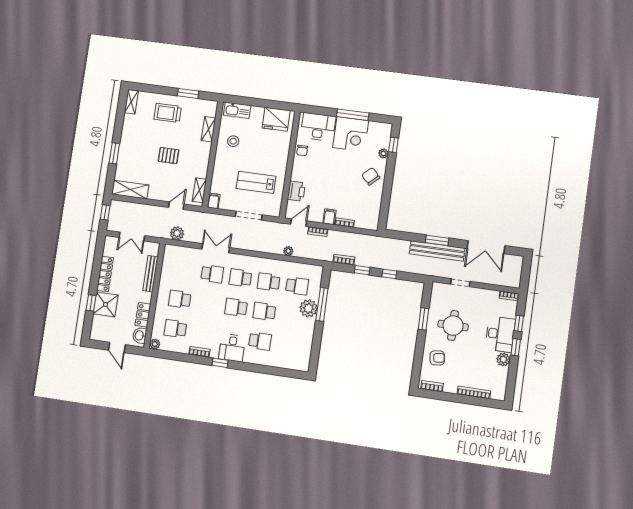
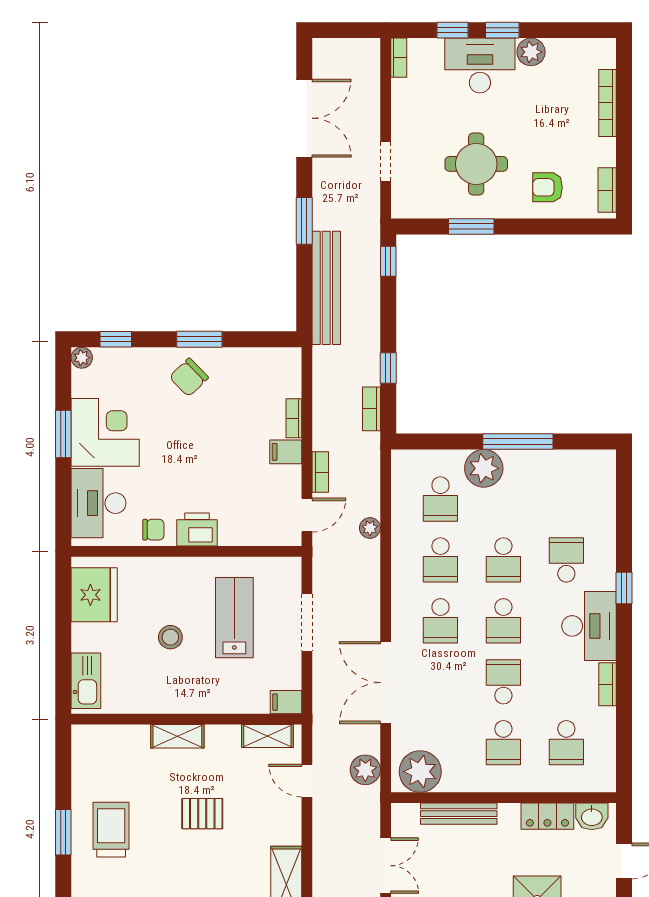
window: (188, 93) -> (63, 832), moved
trolley: (168, 113) -> (111, 830), turned 180
window: (353, 115) -> (63, 434), width x0.69
shelving: (208, 129) -> (177, 736), moved
stool: (233, 141) -> (170, 637), moved
plant: (383, 153) -> (82, 358), moved
pallet: (168, 156) -> (202, 814), turned 90
lab bench: (256, 182) -> (234, 618), turned 180
window: (388, 184) -> (199, 339), added
printer: (296, 191) -> (197, 530), moved
door: (299, 223) -> (307, 515), swing flipped
double door: (216, 248) -> (386, 683), width x1.37
bench: (437, 251) -> (326, 288), moved
school desk: (212, 274) -> (503, 682), moved
window: (389, 274) -> (388, 261), moved
school desk: (297, 286) -> (440, 499), turned 180
window: (322, 304) -> (518, 441), moved
plant: (155, 344) -> (420, 772), moved, width x1.88, depth x1.88
desk: (232, 348) -> (589, 626), width x1.37
armchair: (437, 358) -> (547, 187), turned -83
window: (220, 363) -> (624, 588), moved

